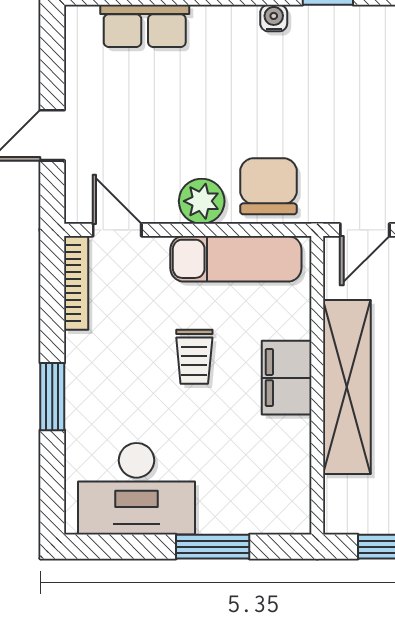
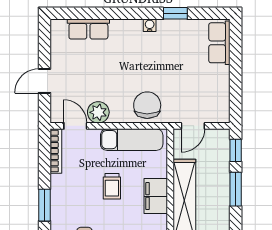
plant: (202, 201) -> (98, 112), moved

